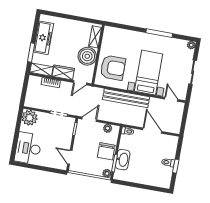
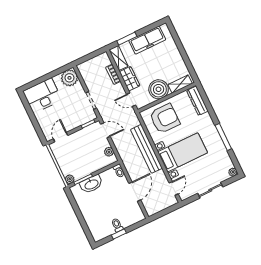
dresser: (117, 33) -> (197, 101), added
armchair: (113, 68) -> (165, 119), turned -90
chair: (106, 151) -> (88, 165), removed

